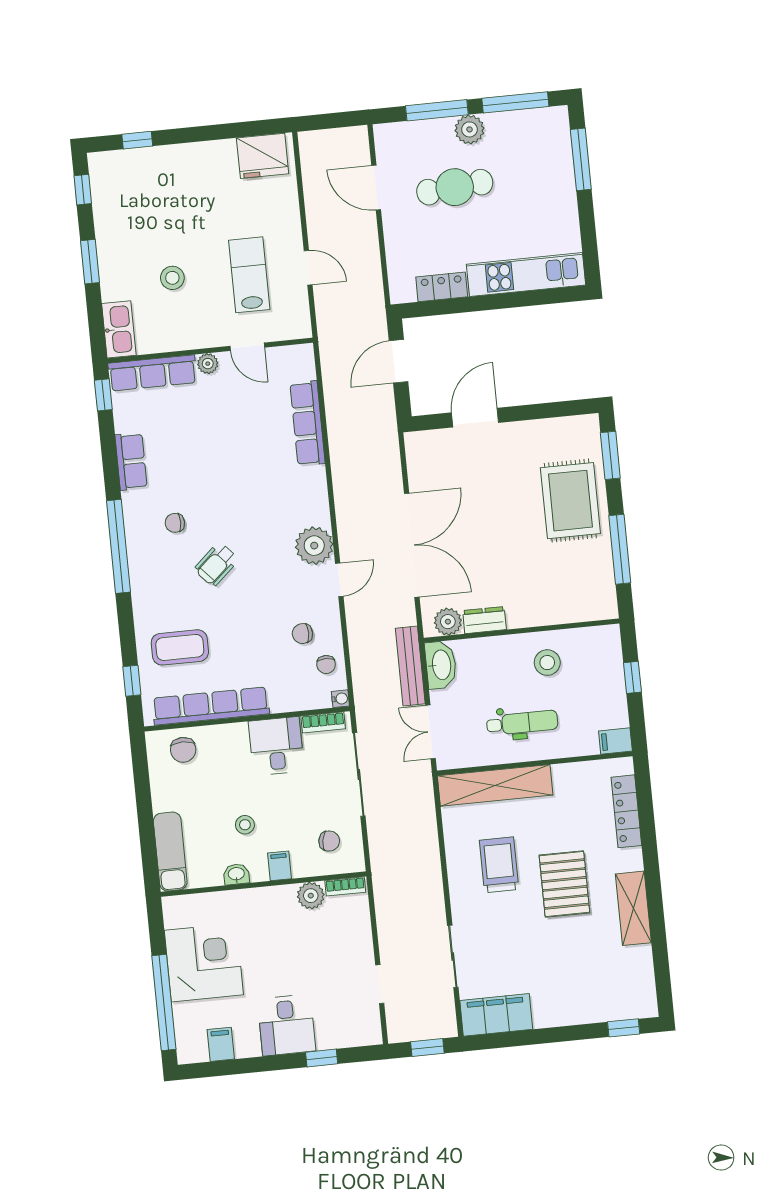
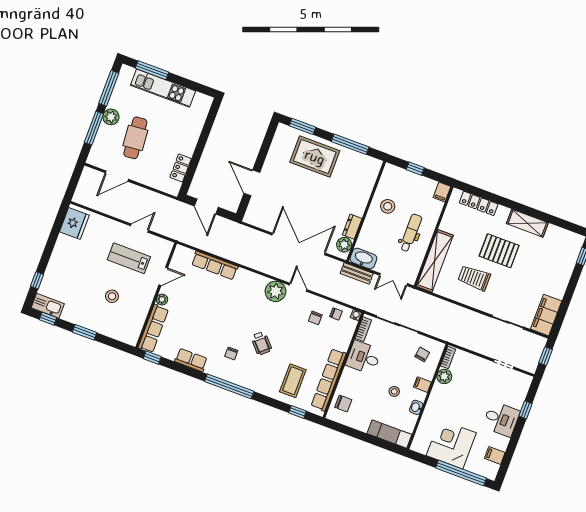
kitchen unit: (526, 275) -> (163, 88), moved, turned -90
kitchen sink: (119, 329) -> (48, 306), moved
bench: (410, 666) -> (357, 273), width x0.73

